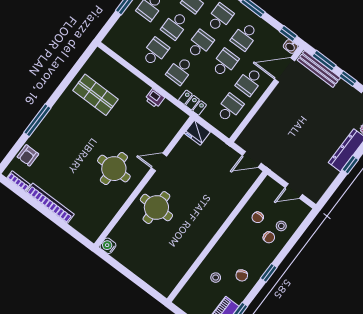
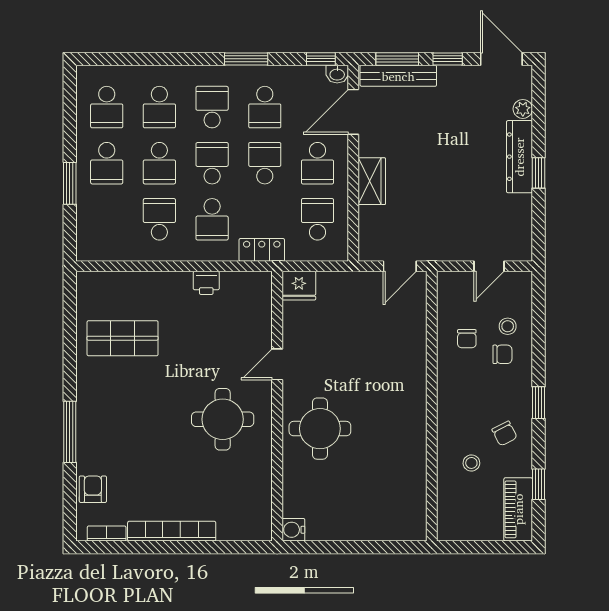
wardrobe: (269, 109) -> (372, 181), added
armchair: (28, 155) -> (93, 489), turned 180

